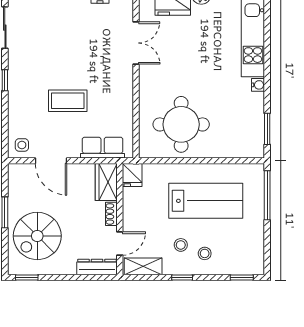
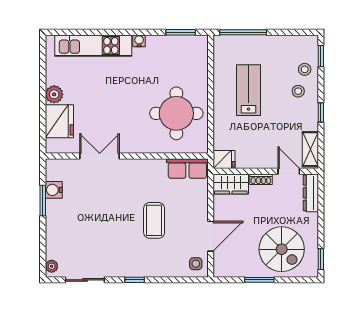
row of seats: (103, 148) -> (187, 168), moved, turned -90
lab bench: (206, 201) -> (248, 90), width x0.73, depth x0.72
stool: (181, 245) -> (305, 69), moved

